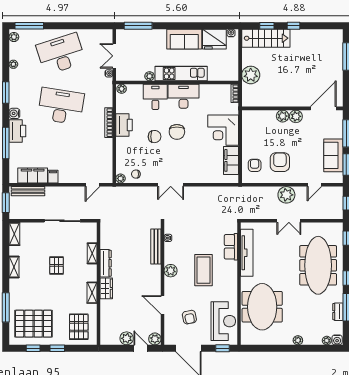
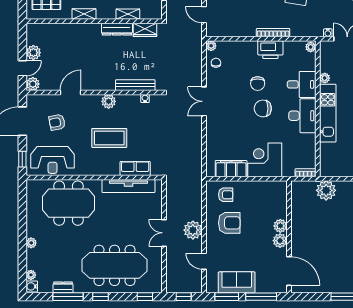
wardrobe: (106, 288) -> (145, 30), moved

